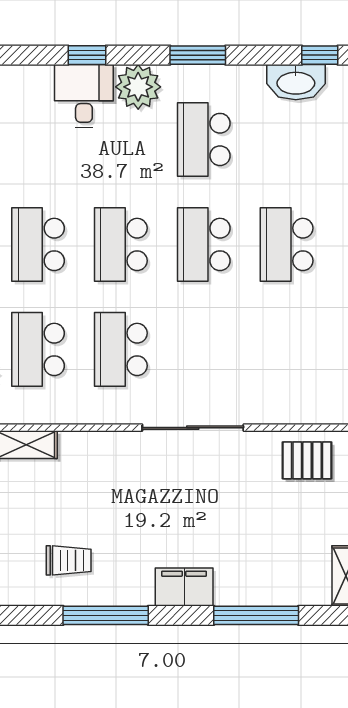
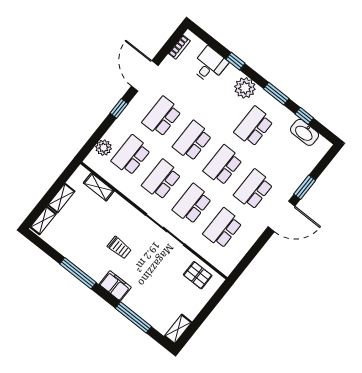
window: (320, 55) -> (304, 116), moved
desk: (84, 96) -> (209, 65), moved
school desk: (204, 349) -> (192, 204), added
school desk: (287, 349) -> (223, 228), added
trolley: (69, 560) -> (119, 248), moved

